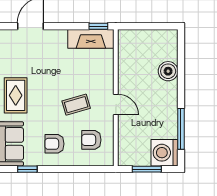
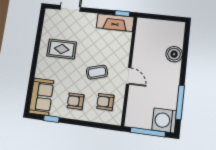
rug: (16, 95) -> (62, 49), moved, turned 90
window: (147, 169) -> (148, 132), width x1.44

